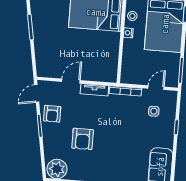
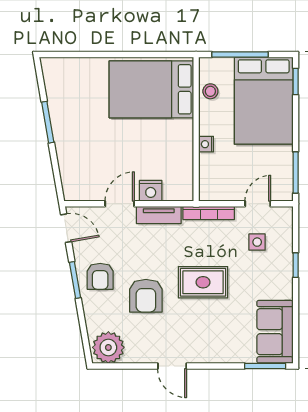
nightstand: (128, 33) -> (206, 144), moved
nightstand: (91, 74) -> (151, 191), added
door: (37, 93) -> (66, 228), swing flipped
armchair: (52, 114) -> (100, 276), moved
rug: (118, 133) -> (203, 282), added

